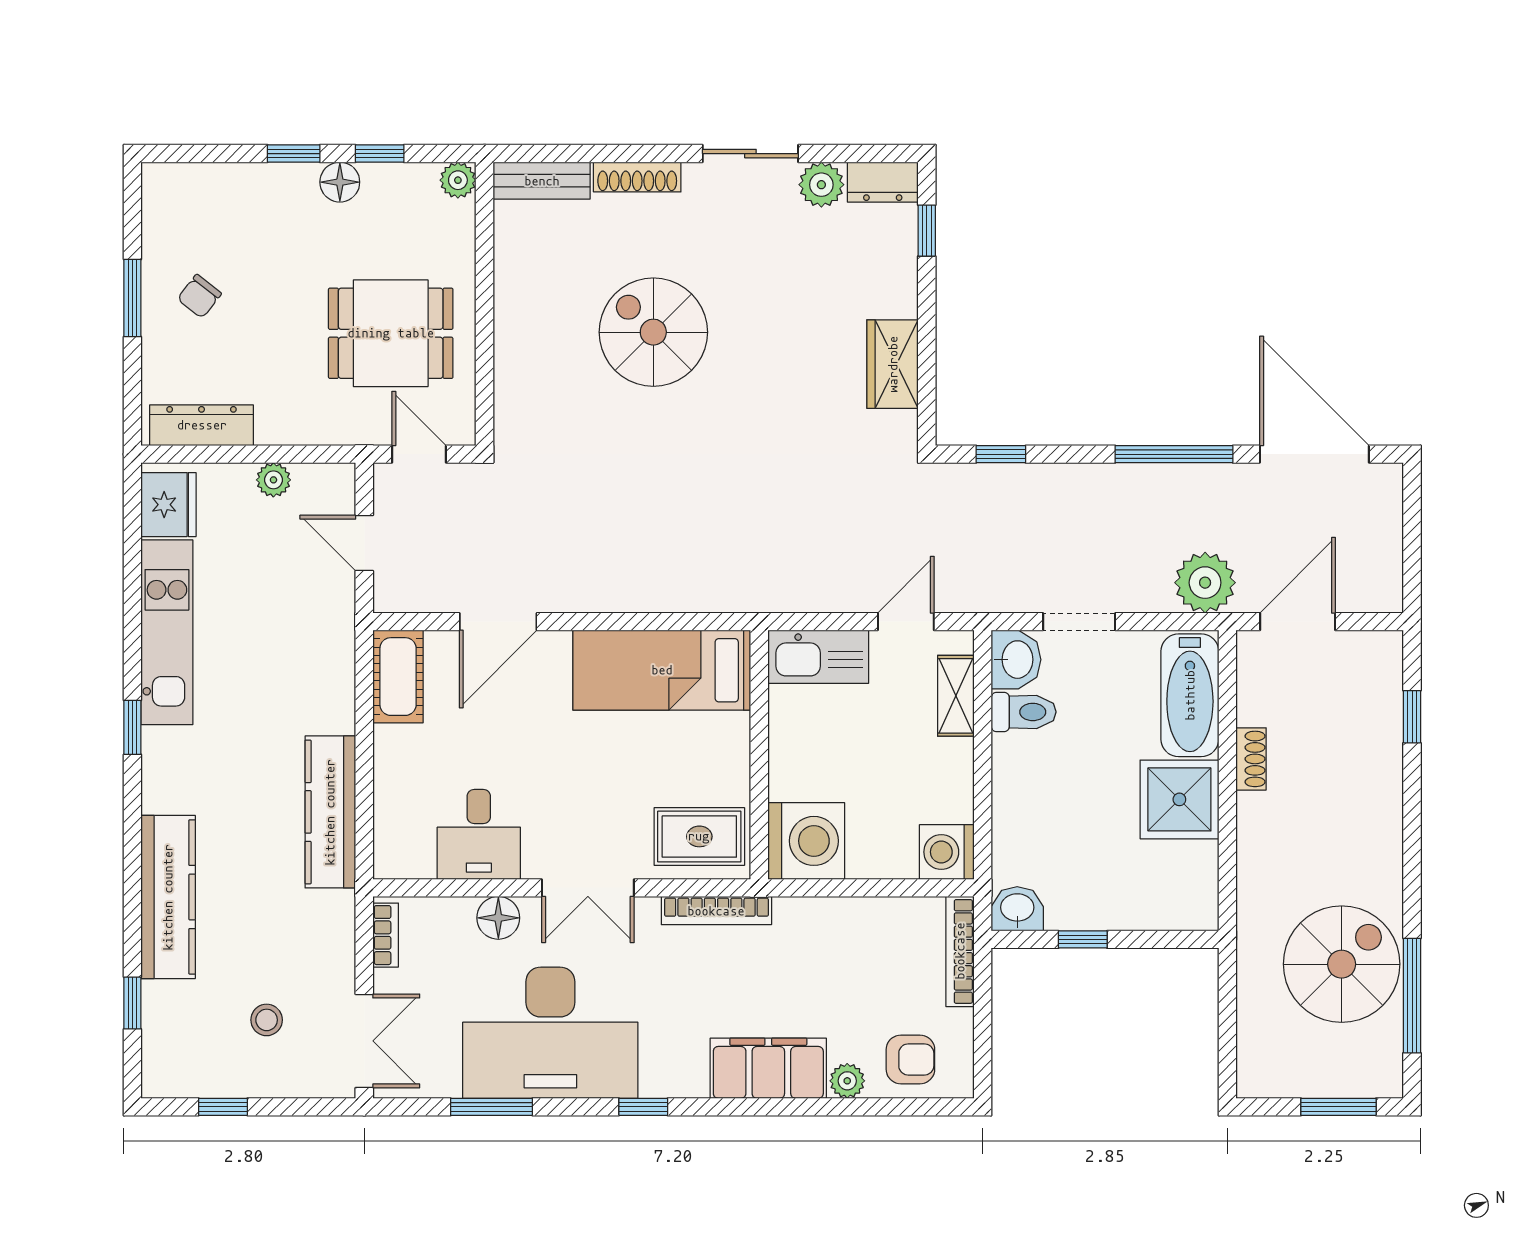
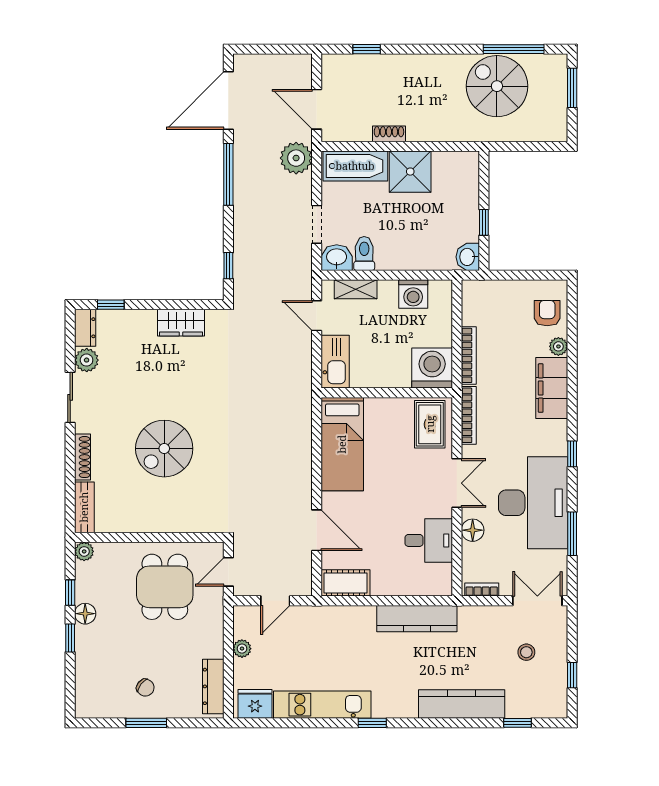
washing machine: (947, 852) -> (413, 294), moved
bookcase: (960, 951) -> (469, 355), moved, turned -90

